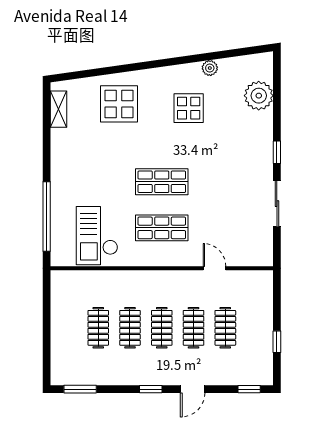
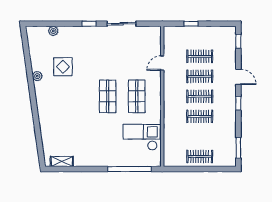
plant: (210, 68) -> (37, 76), moved
plant: (259, 96) -> (53, 31), width x0.53, depth x0.53
display table: (119, 104) -> (59, 123), removed
display table: (189, 108) -> (63, 67), moved
checkout: (97, 236) -> (142, 137), turned 180
clothes rail: (98, 328) -> (200, 156), moved
window: (277, 342) -> (191, 24), moved

